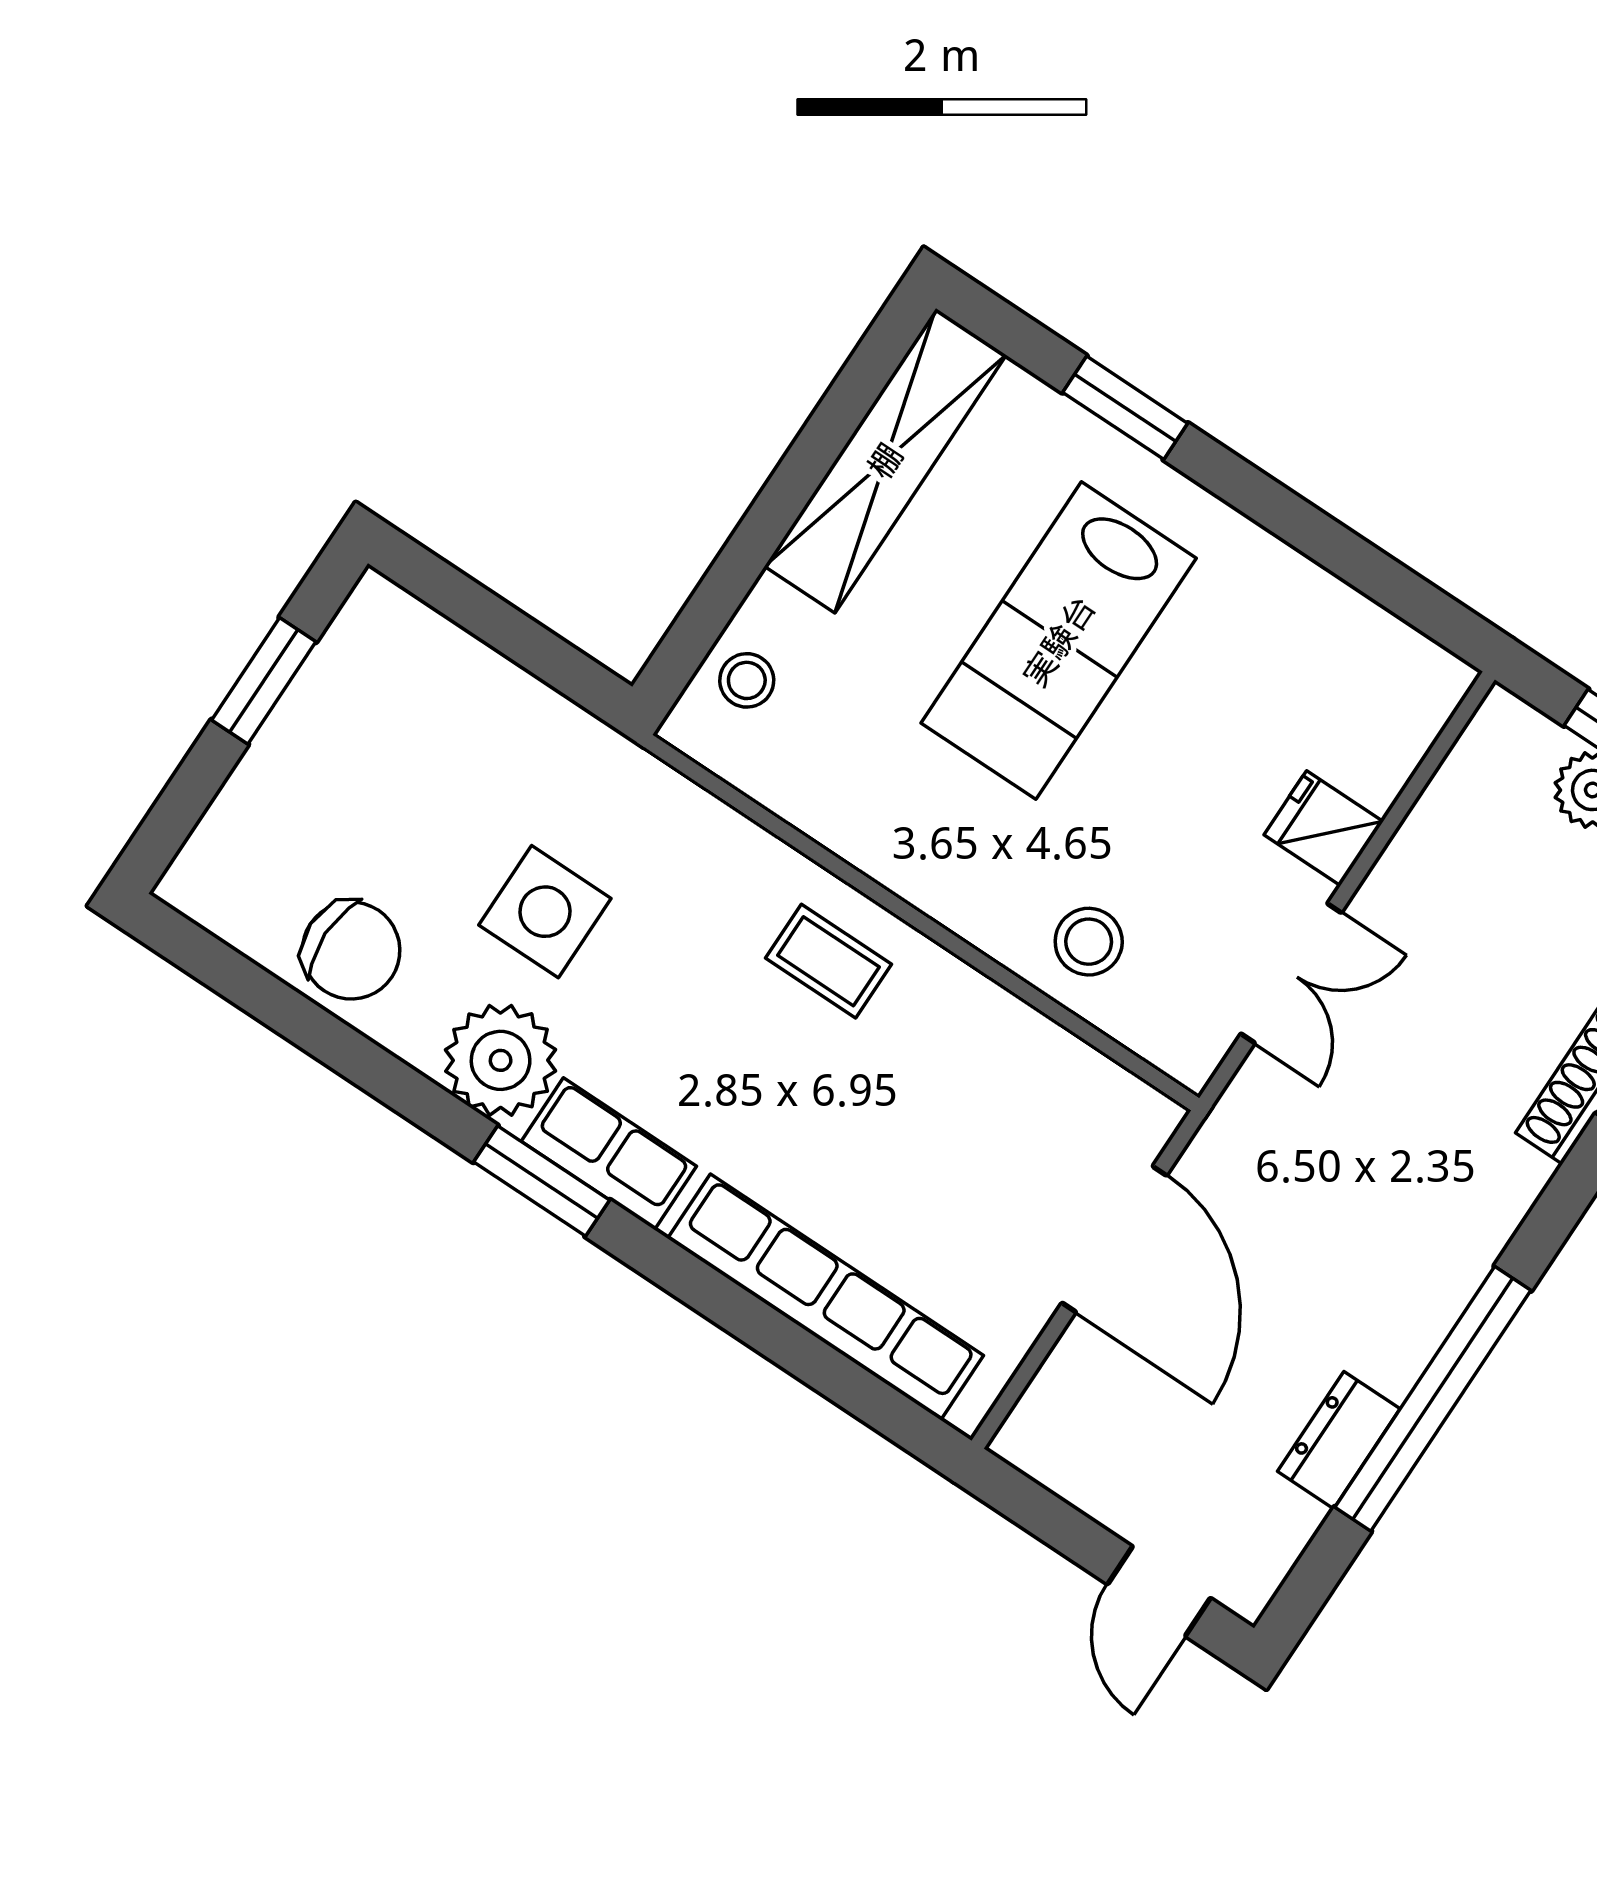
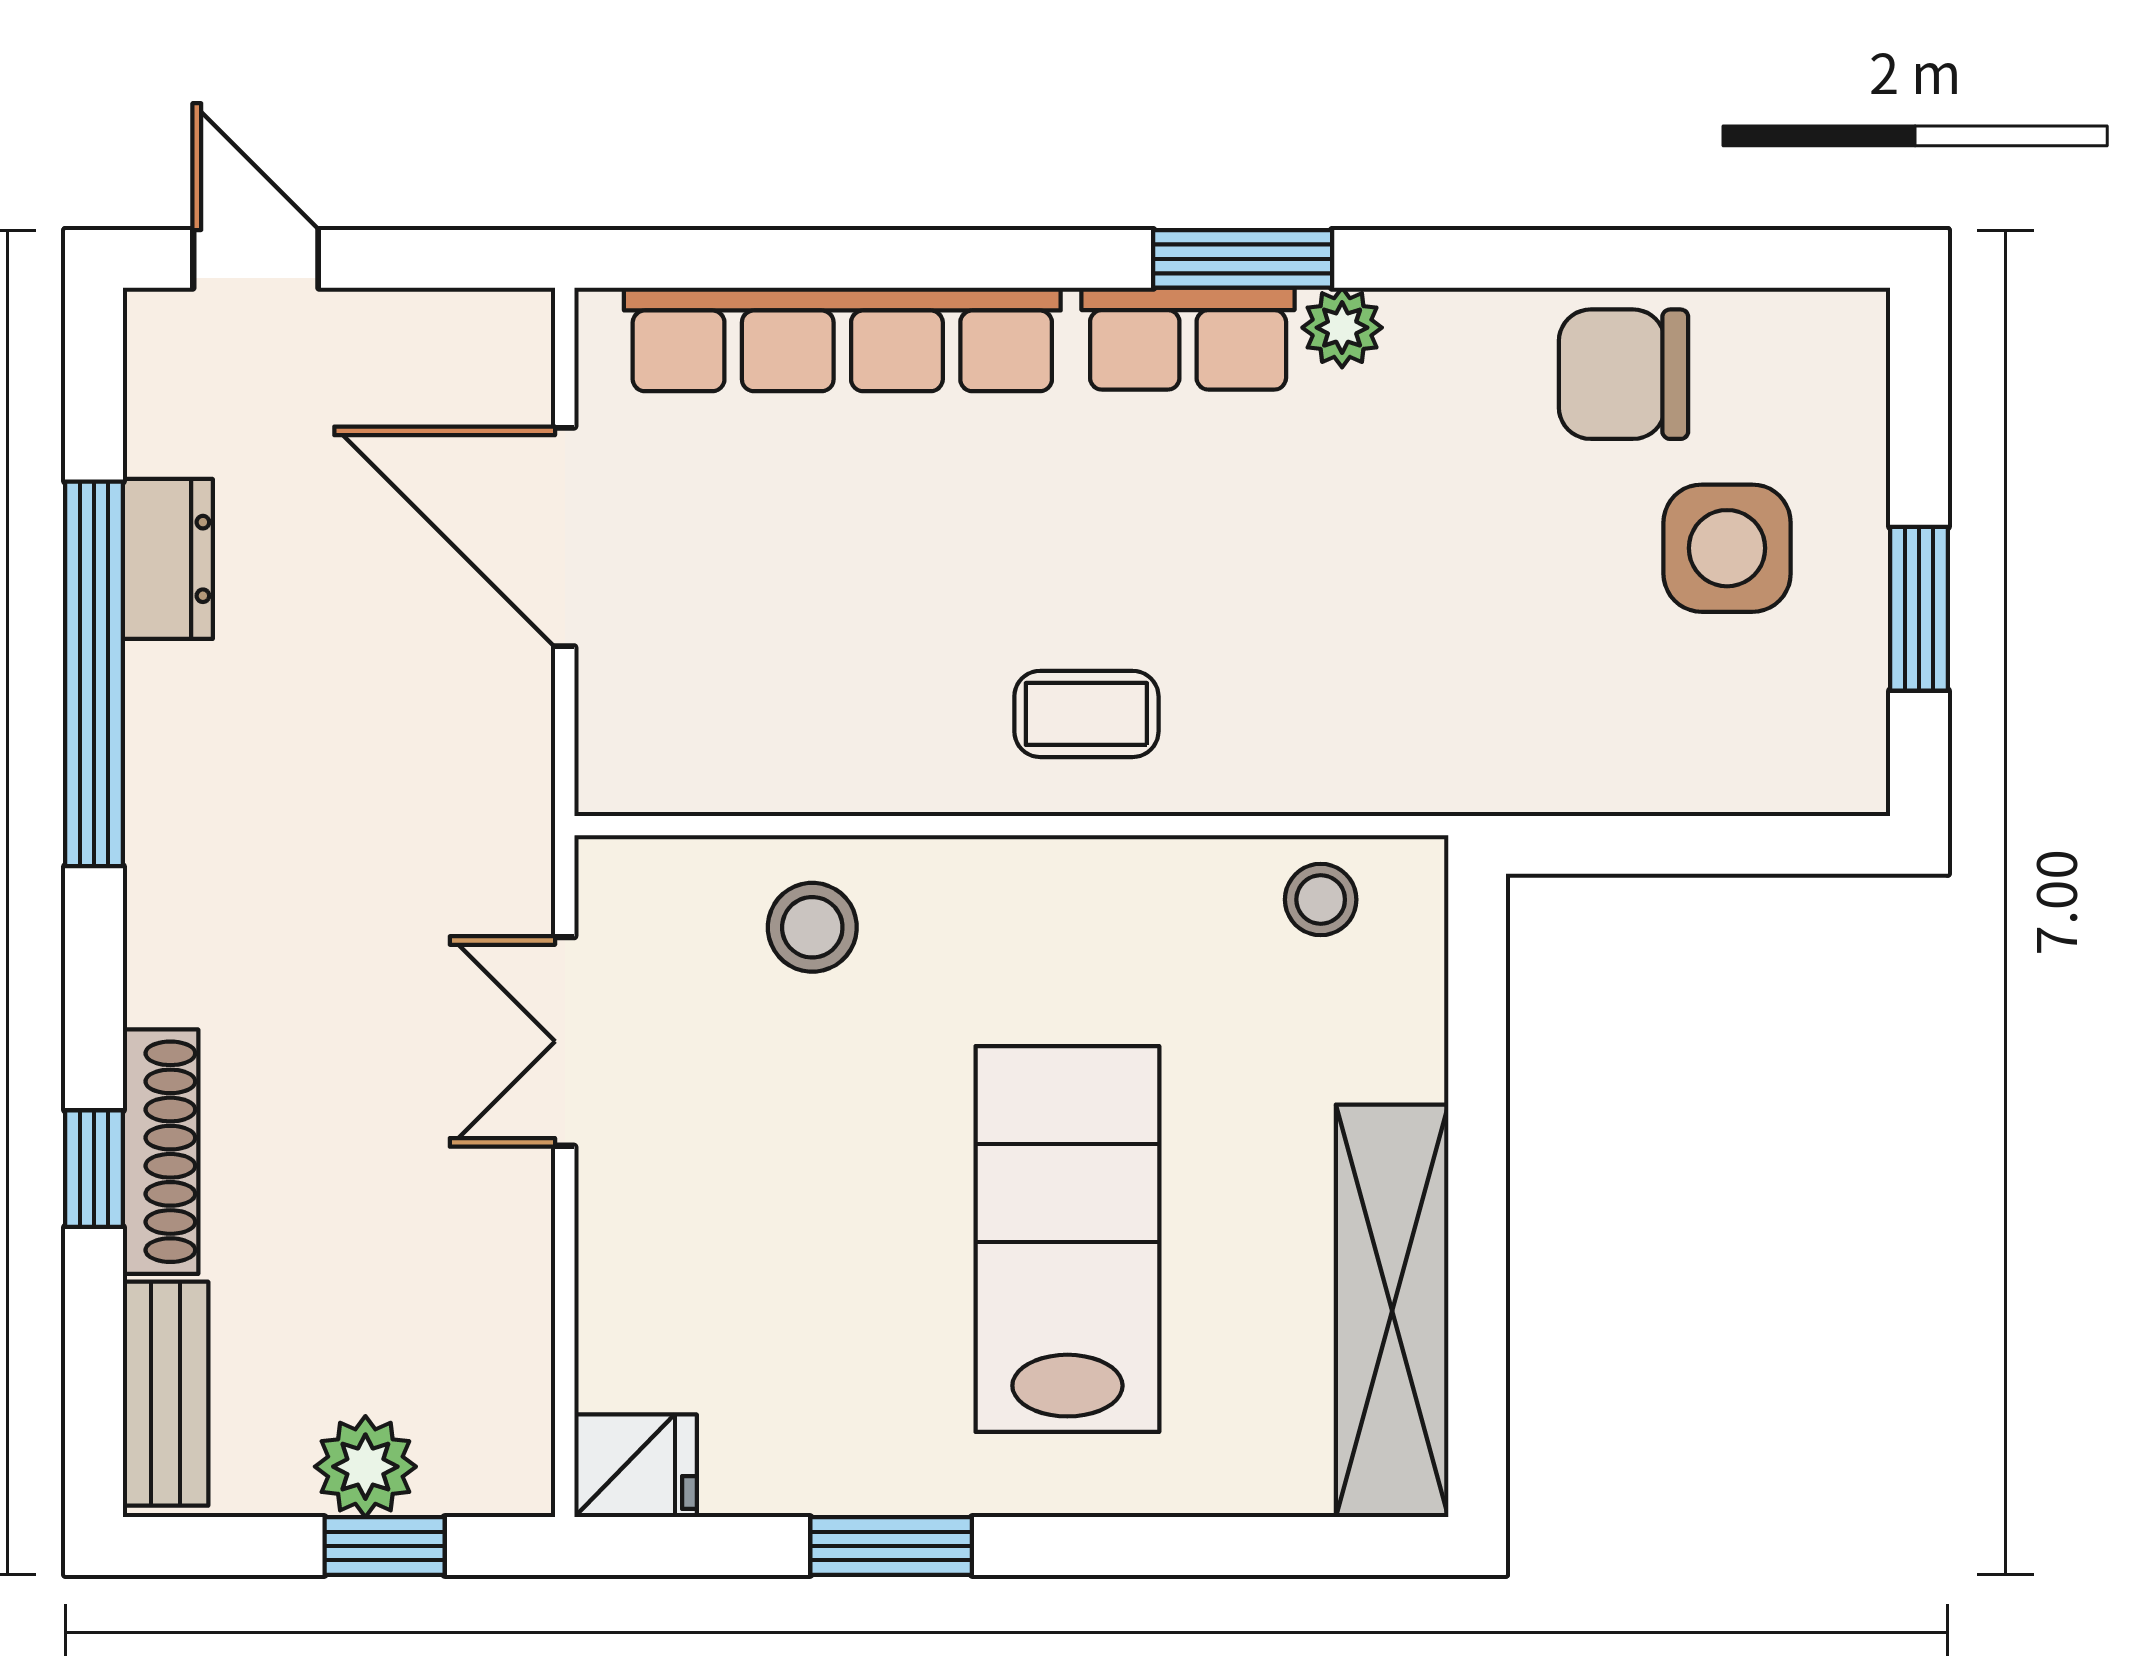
window: (1125, 408) -> (891, 1546), moved
stool: (747, 680) -> (1321, 900), moved
fridge: (1324, 828) -> (636, 1466), moved
side table: (545, 912) -> (1727, 548), moved
plant: (501, 1060) -> (1342, 328), width x0.53, depth x0.53
door: (1114, 1239) -> (565, 537), moved

